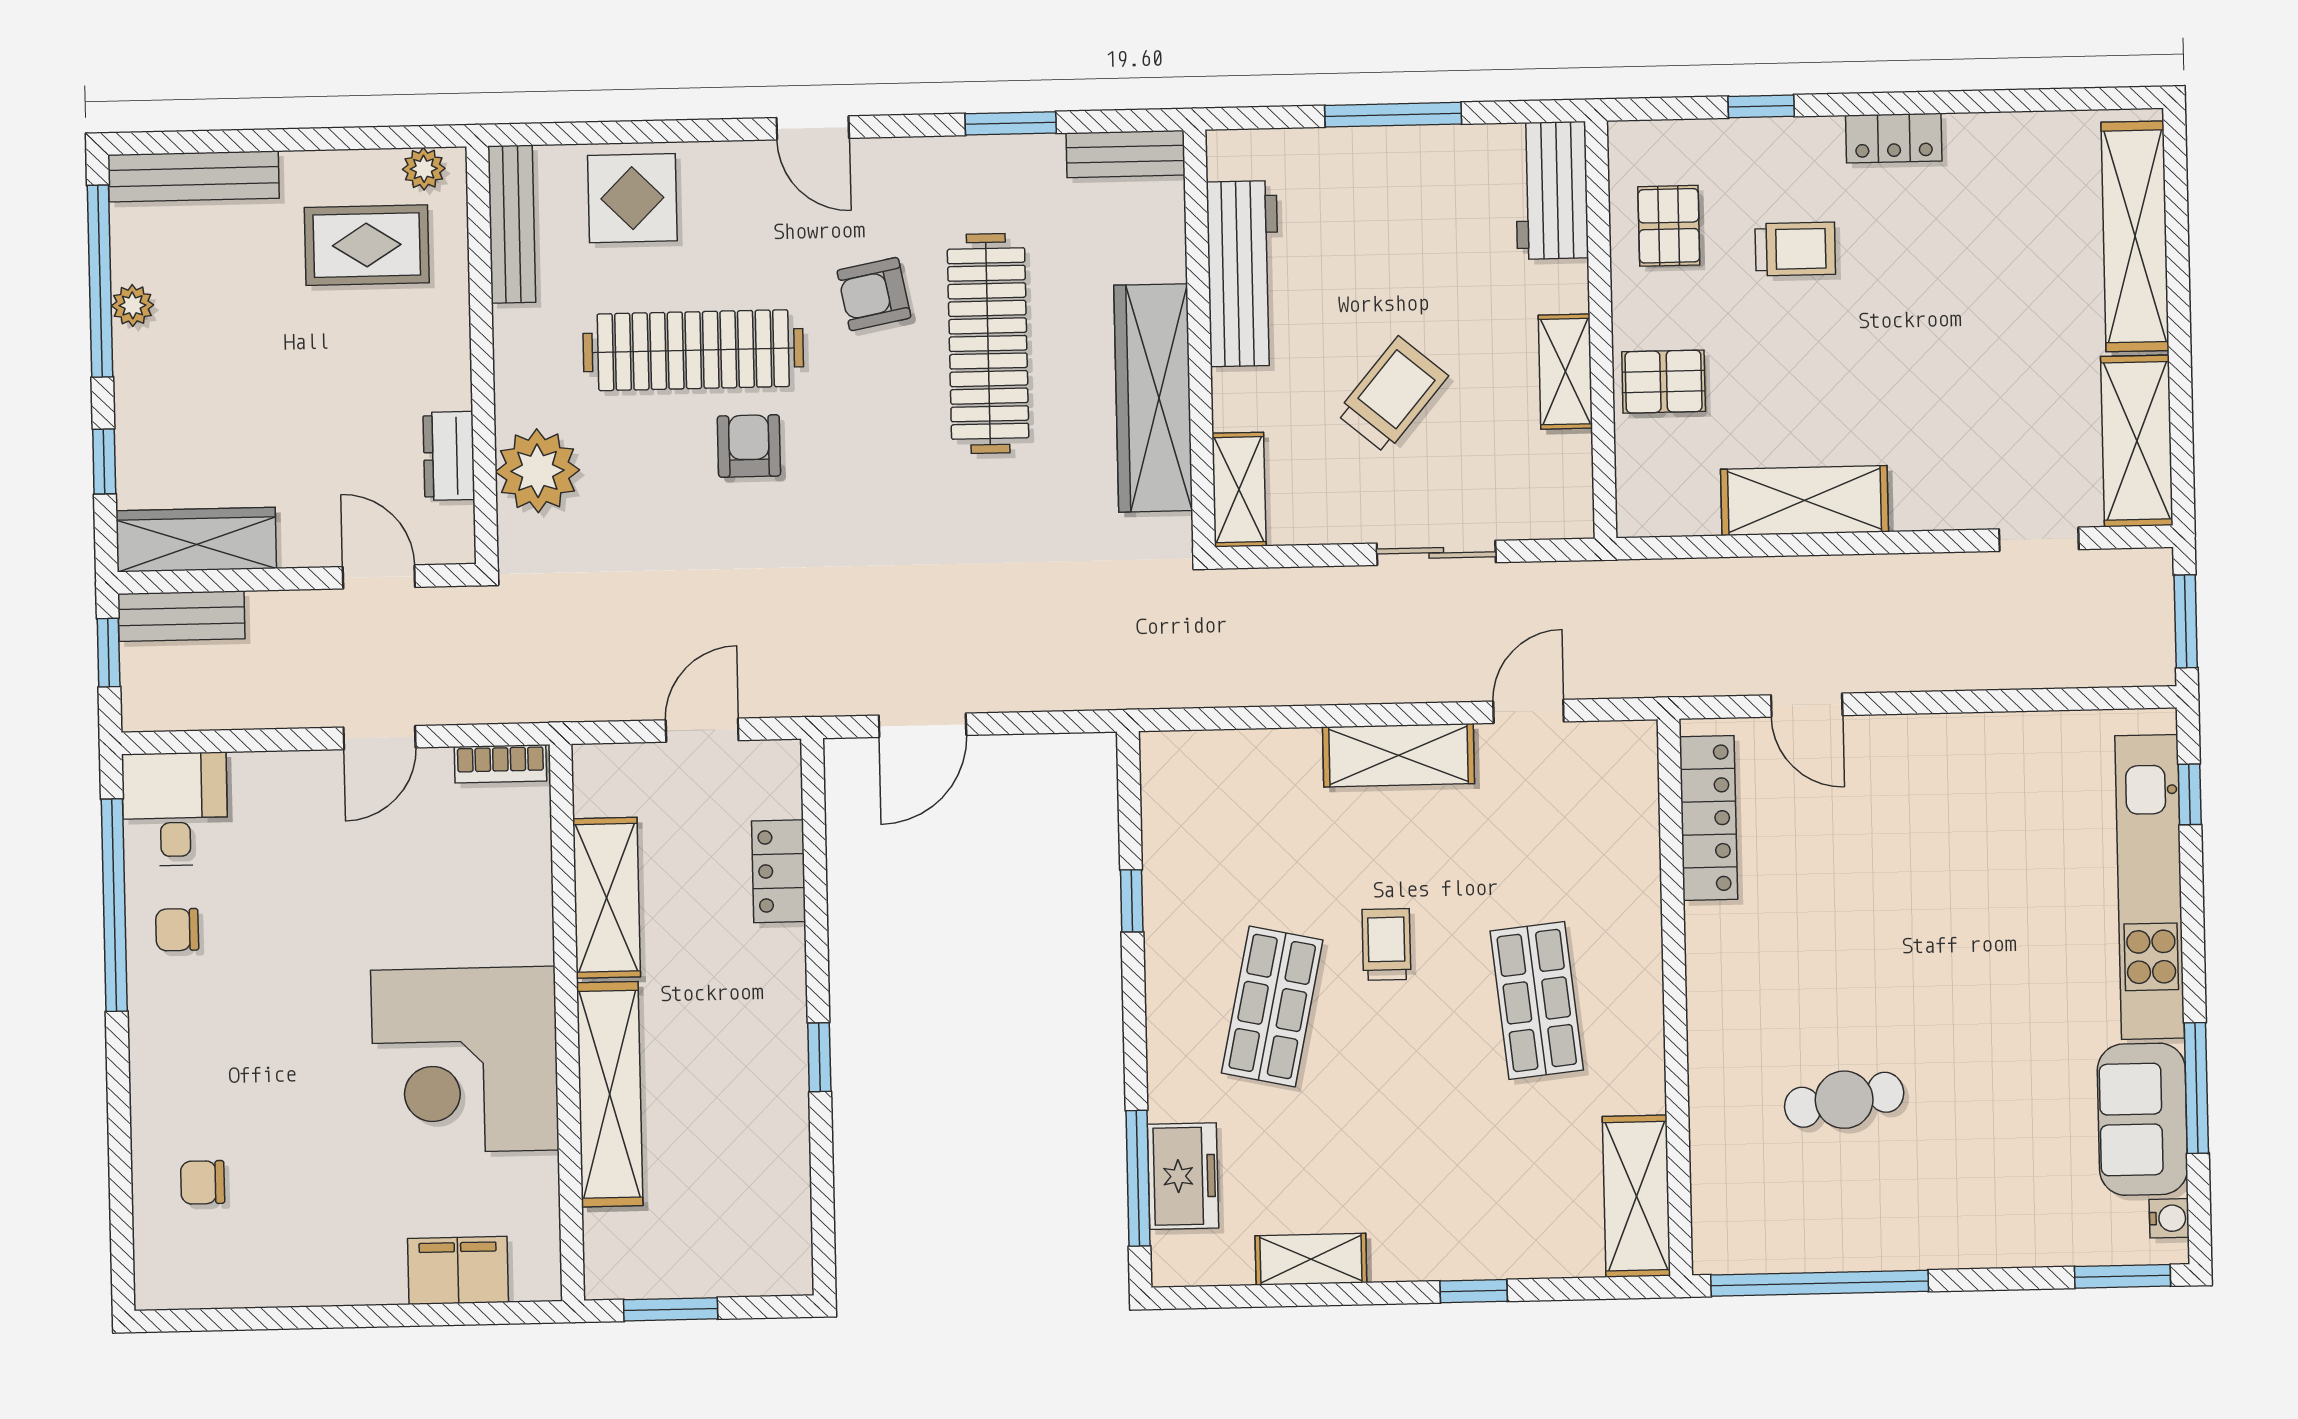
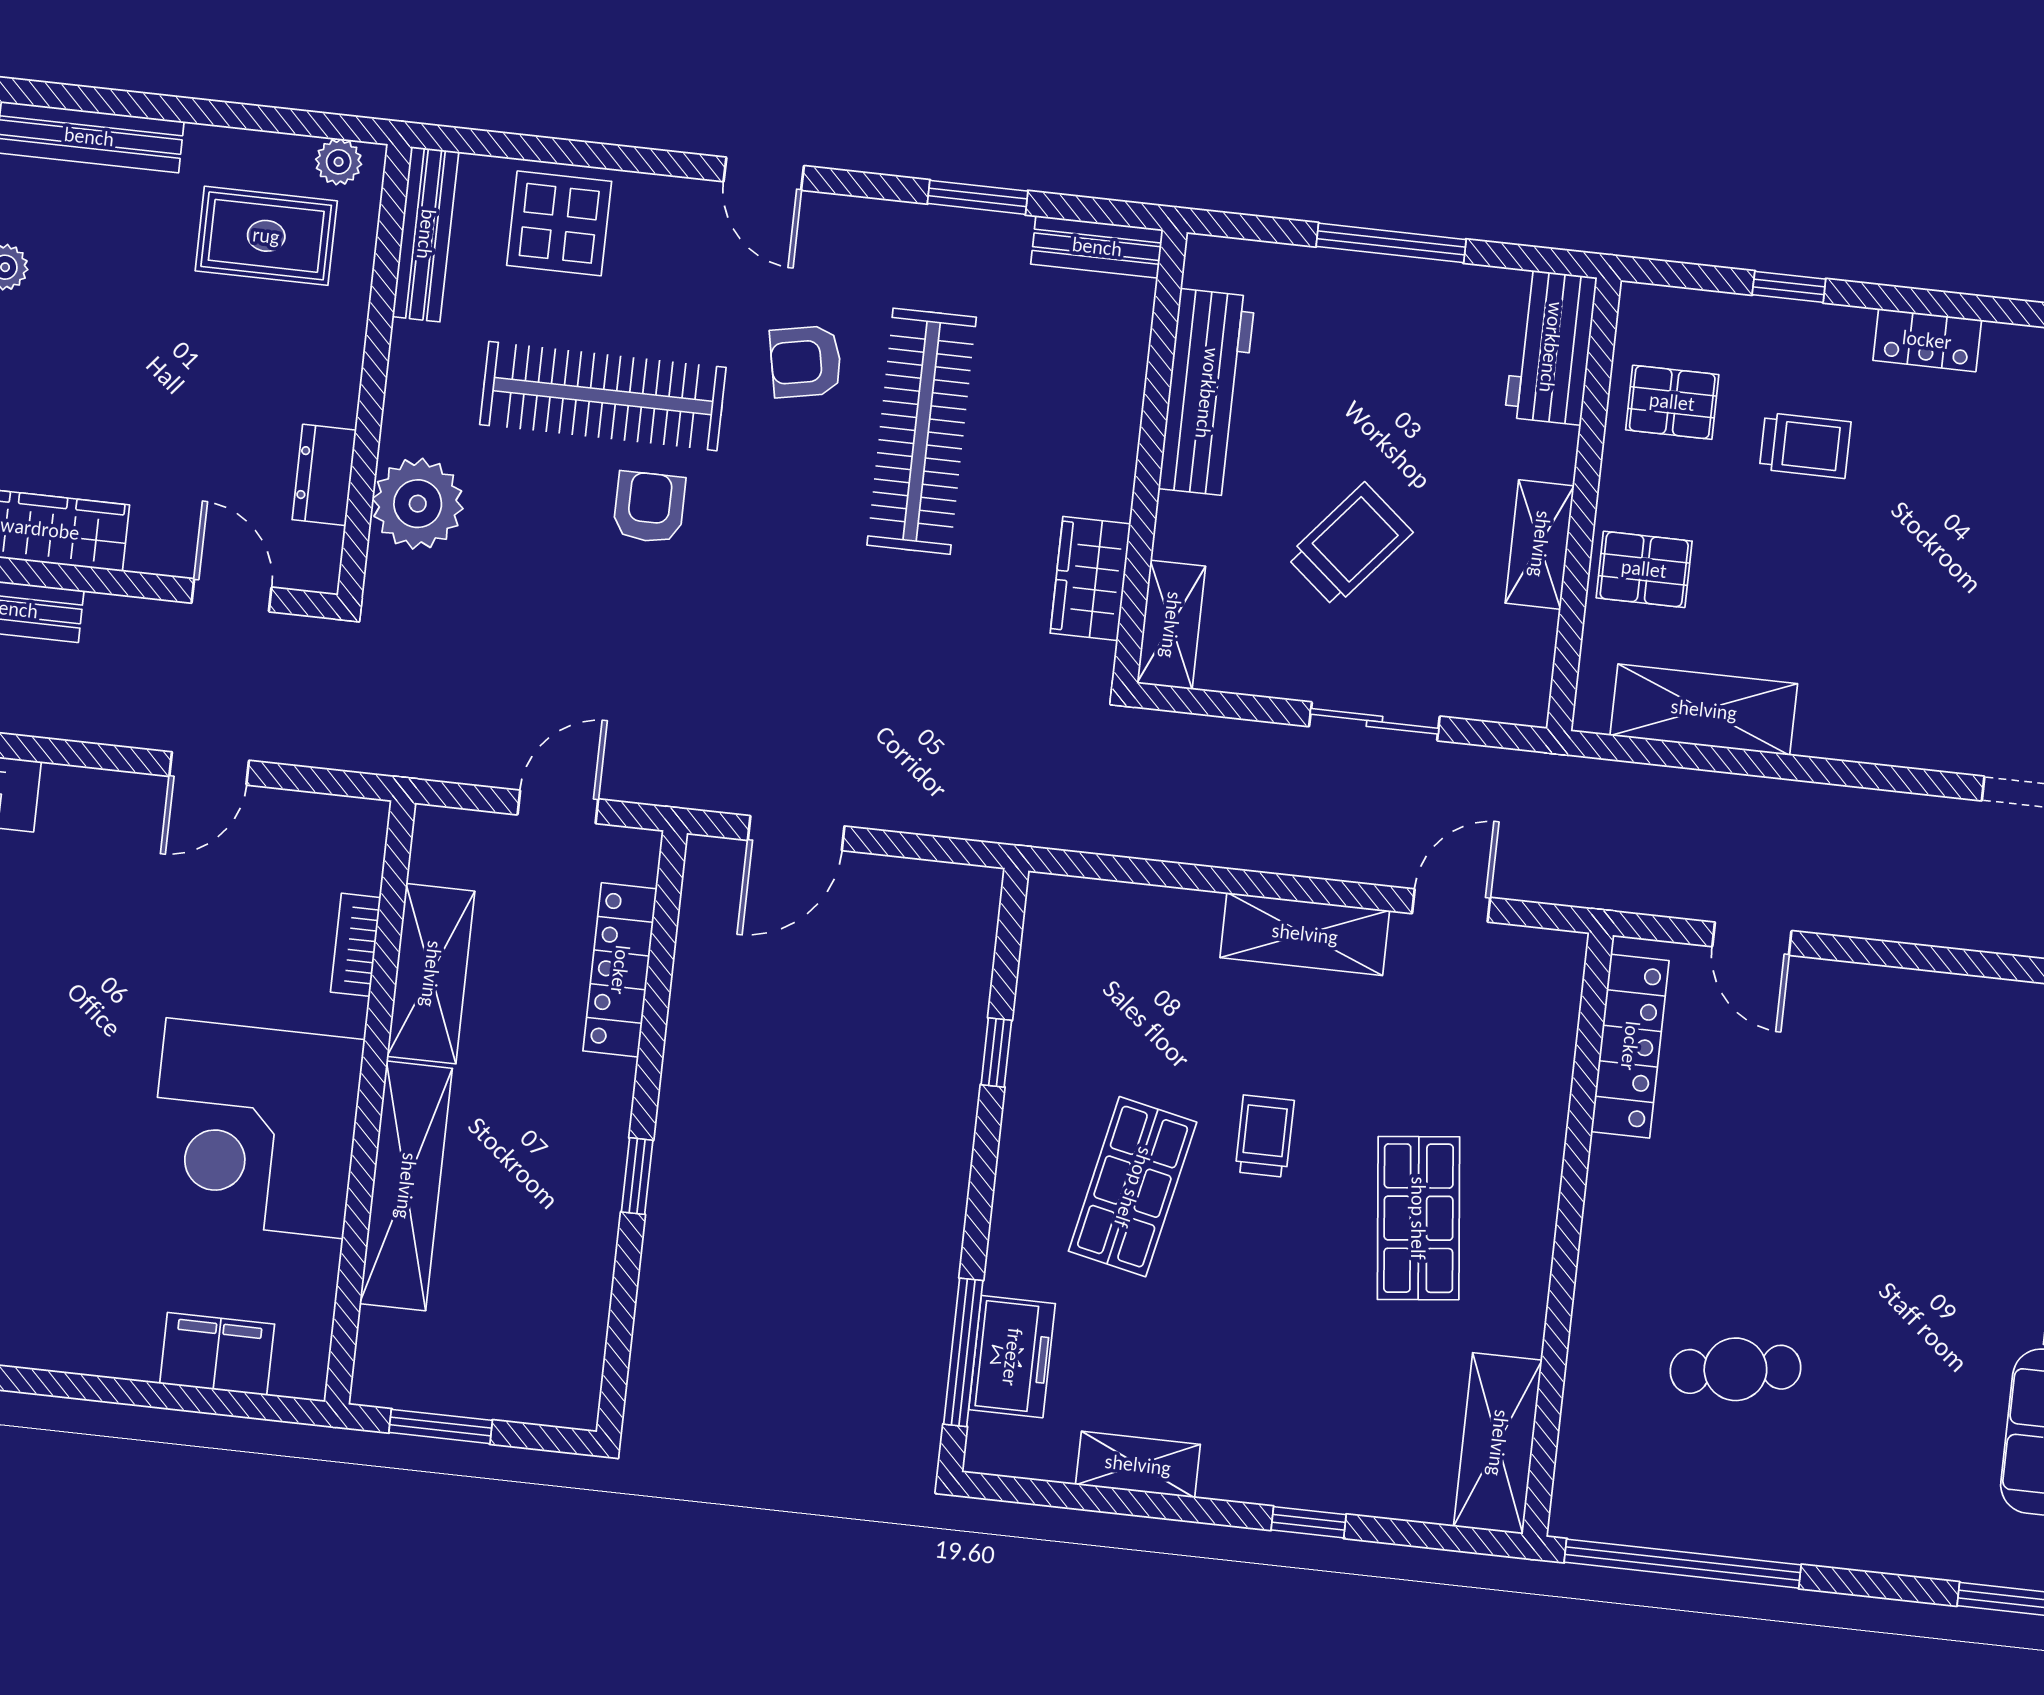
pallet: (1669, 226) -> (1672, 402), turned 90
wardrobe: (1153, 398) -> (1090, 579), width x0.48, depth x0.85
shelving: (1805, 501) -> (1704, 710), moved
bookcase: (500, 764) -> (356, 945), moved, turned 90
locker: (779, 871) -> (620, 970), width x1.53

